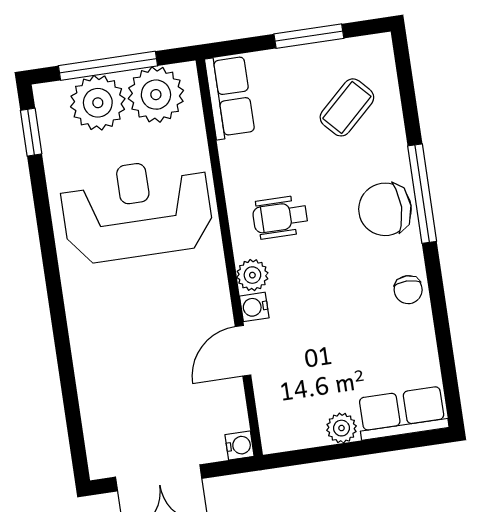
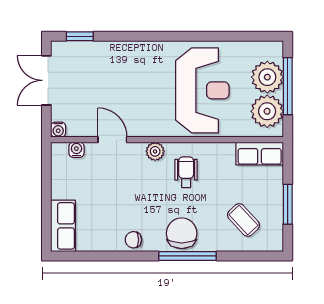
window: (31, 132) -> (80, 36), moved
water cooler: (254, 307) -> (76, 150), moved
plant: (342, 428) -> (60, 190), removed

